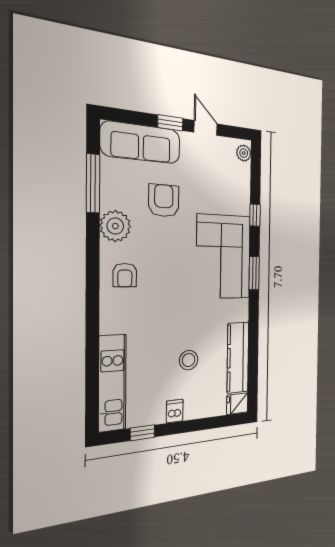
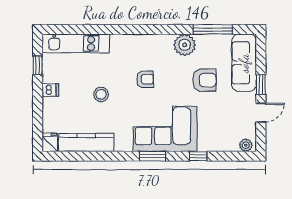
armchair: (125, 275) -> (145, 79), moved, turned 180
stool: (189, 360) -> (101, 94), moved

